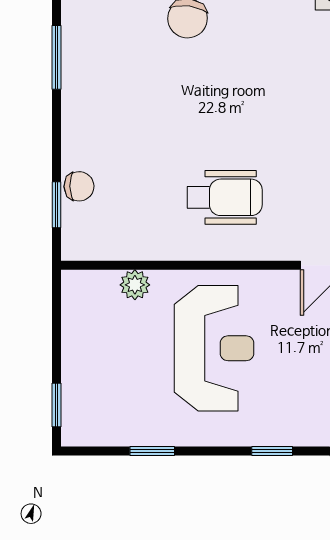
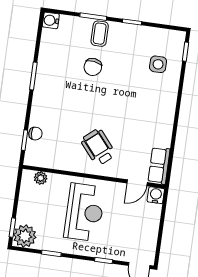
wheelchair: (225, 197) -> (98, 147), turned -130
plant: (135, 285) -> (41, 178), moved
plant: (87, 420) -> (25, 236), added

